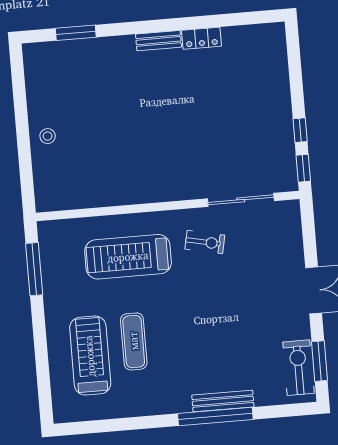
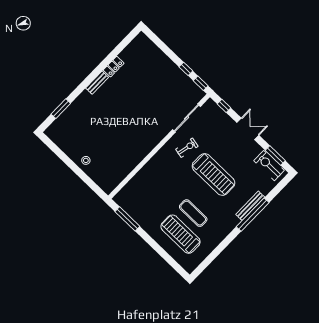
window: (308, 229) -> (224, 106), added
treadmill: (128, 257) -> (214, 174), moved, turned -90

